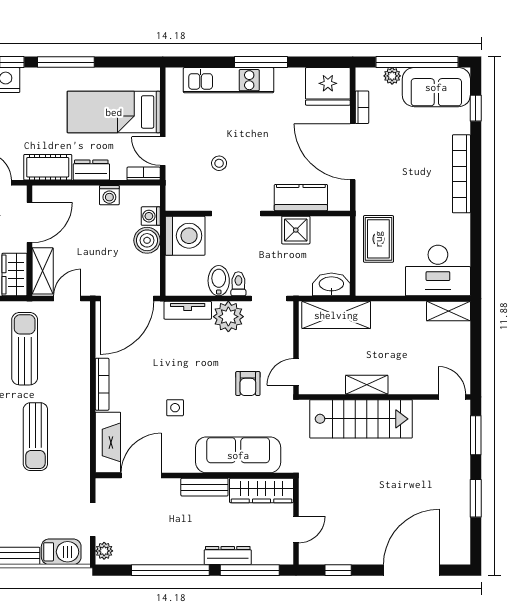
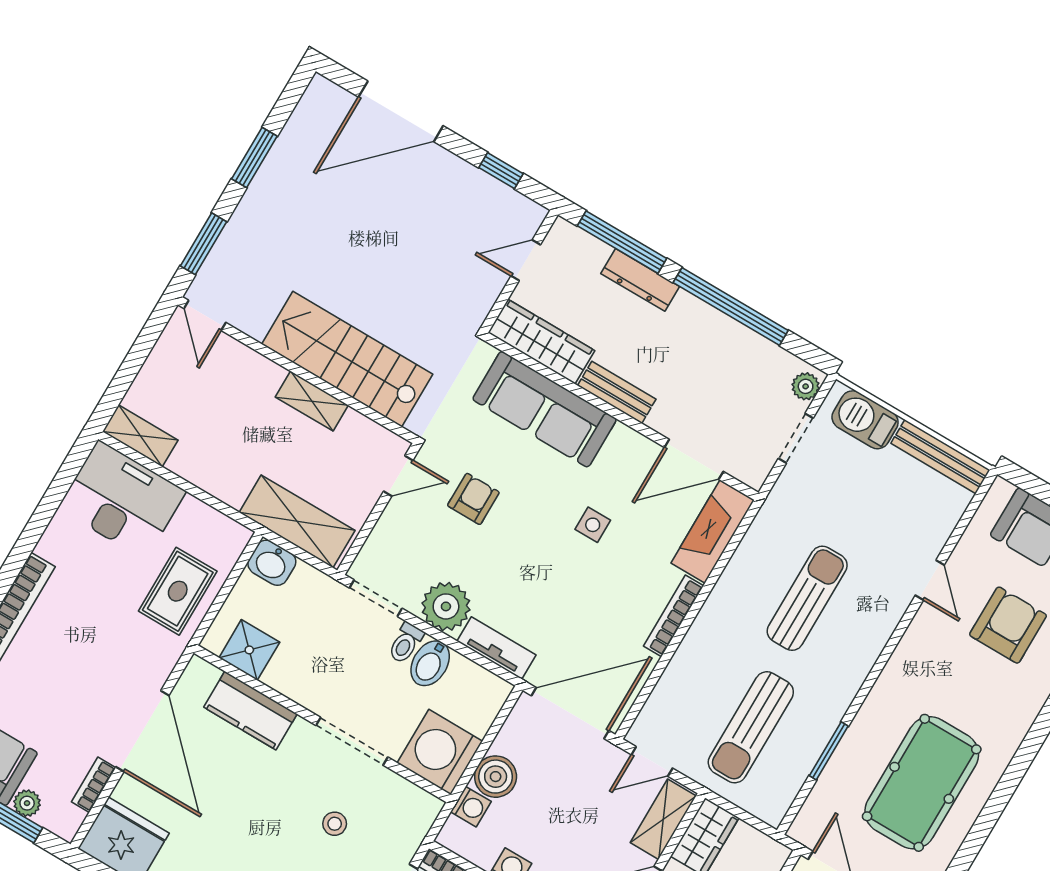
shower: (296, 230) -> (249, 650), moved
washbasin: (331, 284) -> (272, 563), width x0.72

